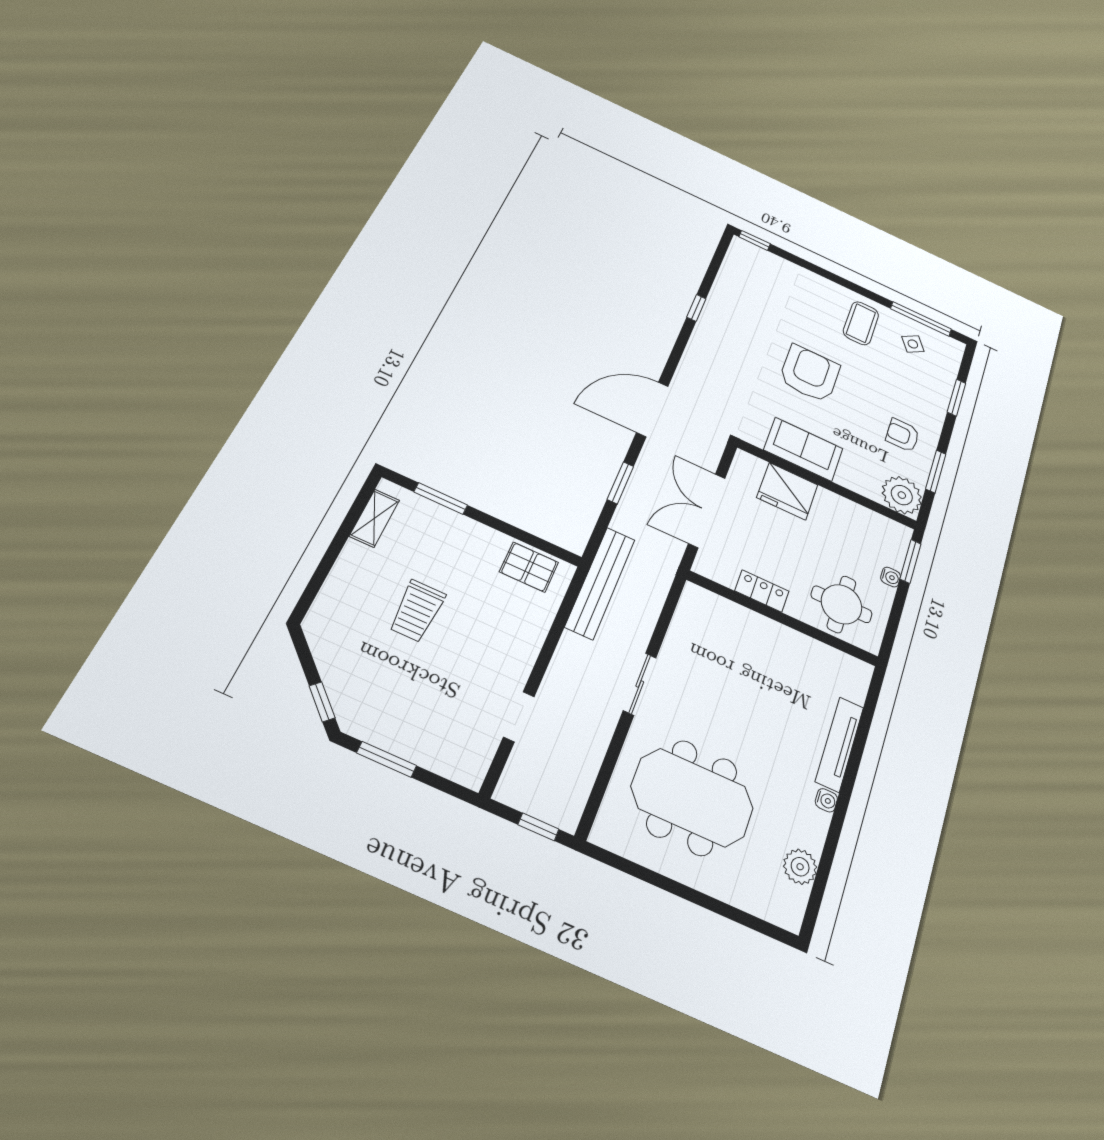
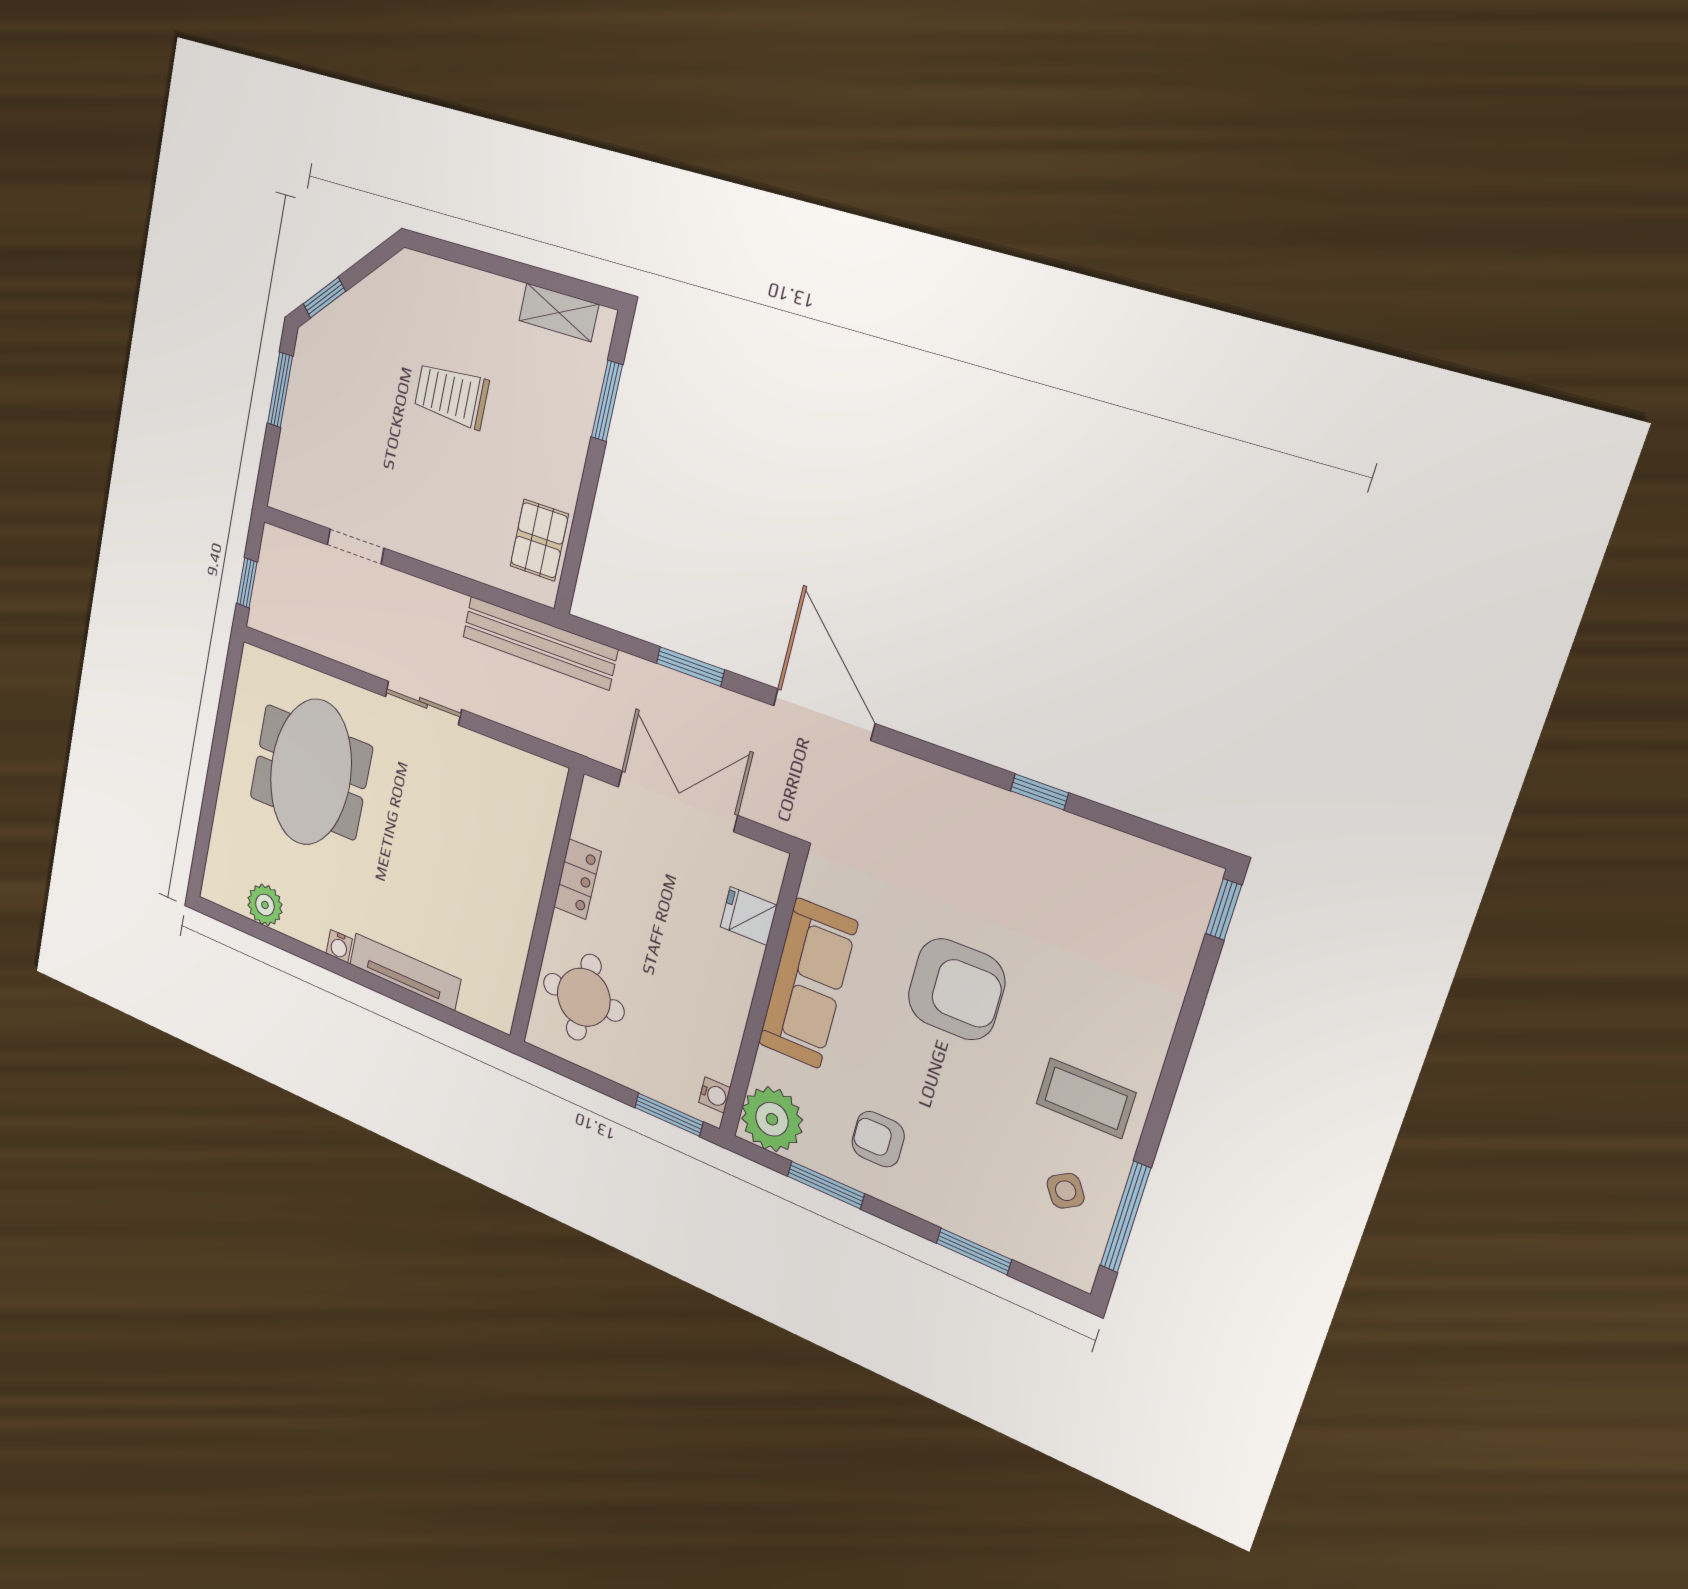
armchair: (903, 435) -> (878, 1139), turned -90
sofa: (803, 449) -> (808, 983), width x1.36
fridge: (787, 491) -> (749, 916), width x0.53, depth x0.75
water cooler: (891, 577) -> (715, 1095), moved, turned -90

